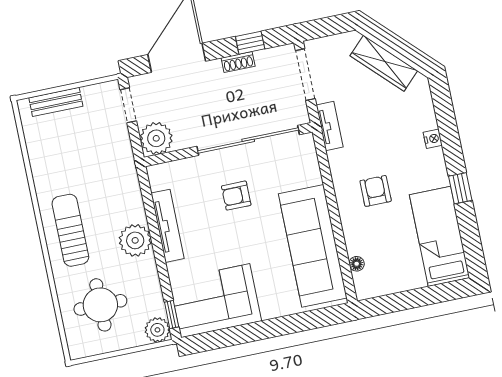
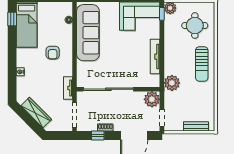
window: (460, 188) -> (12, 19), moved
armchair: (236, 196) -> (119, 64), removed
plant: (135, 240) -> (172, 83), moved

